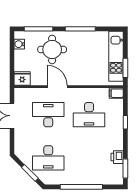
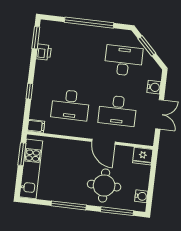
desk: (89, 115) -> (70, 105), turned 180
water cooler: (20, 138) -> (154, 87), added

